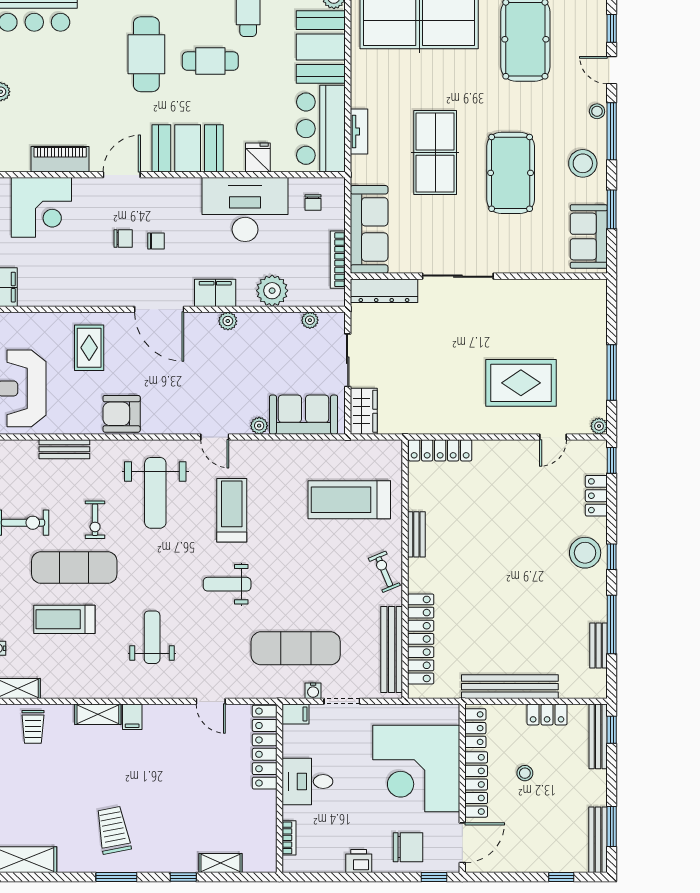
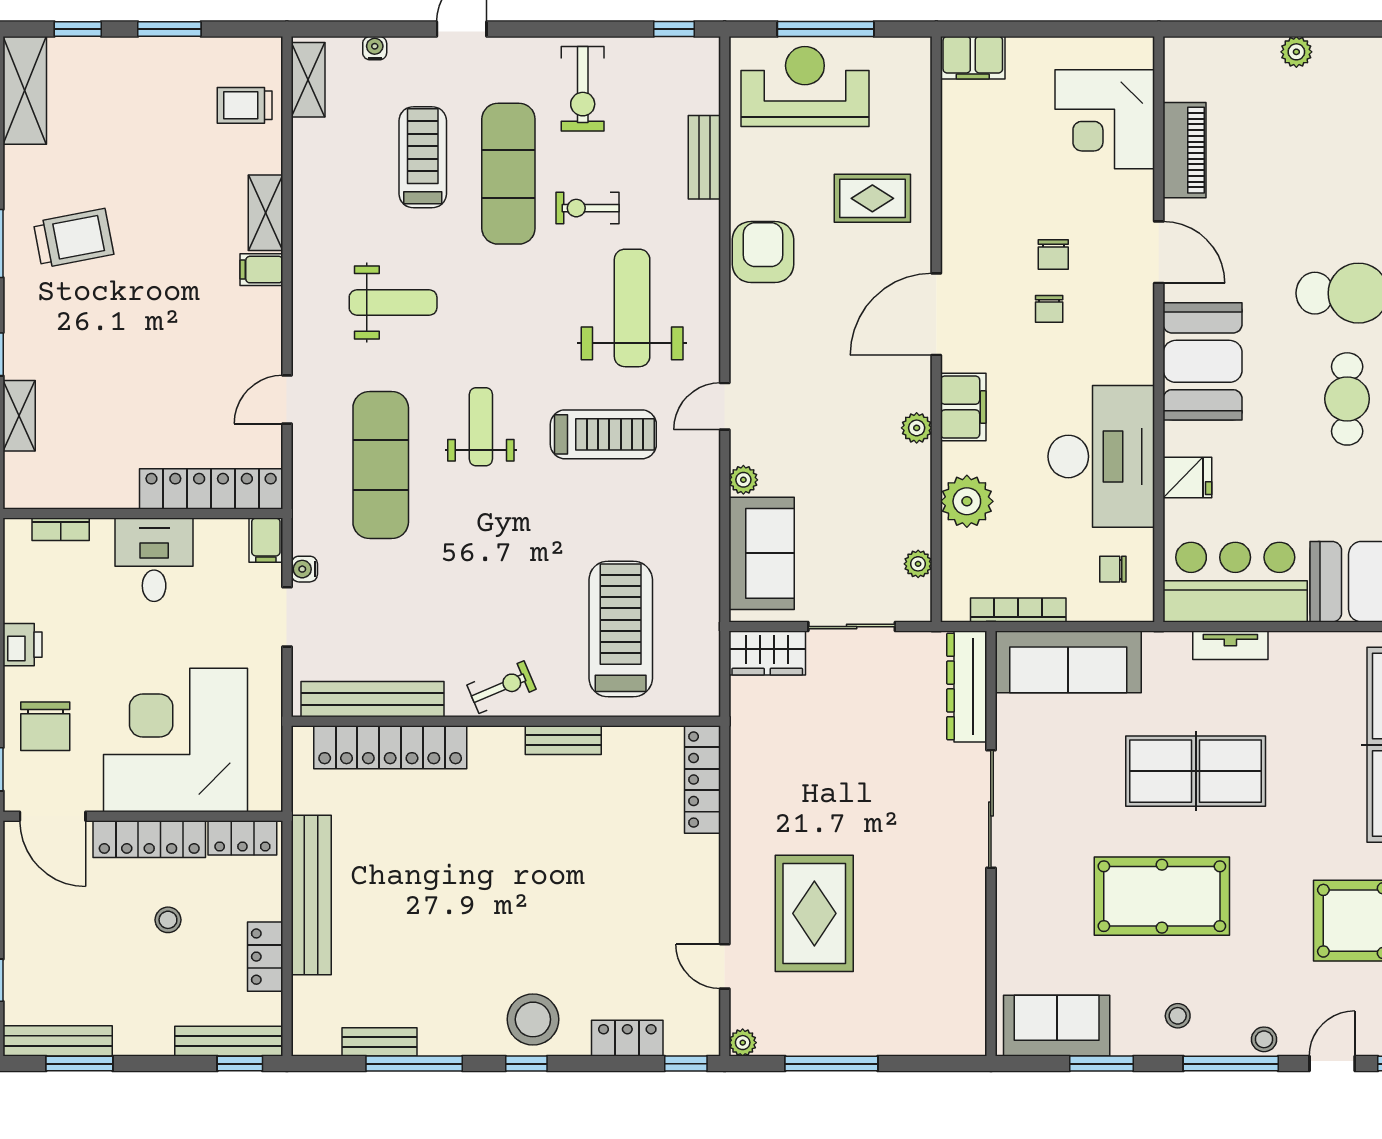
stool: (583, 163) -> (1178, 1016), width x0.53, depth x0.53
weight bench: (155, 493) -> (632, 308), turned 90
exercise mat: (296, 648) -> (381, 465), moved

